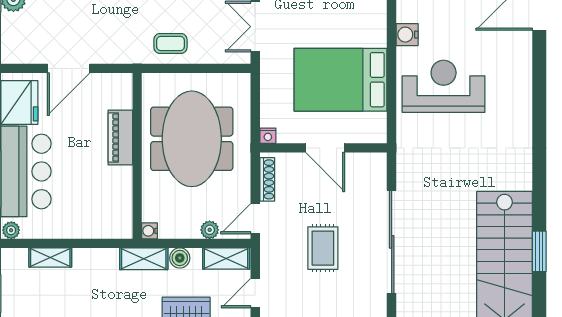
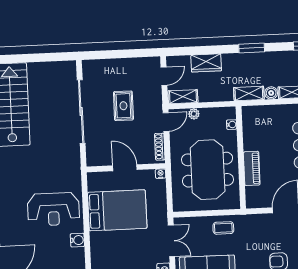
water cooler: (150, 231) -> (232, 125), moved
boiler: (180, 258) -> (271, 93), moved
shelving: (144, 259) -> (249, 93), moved

